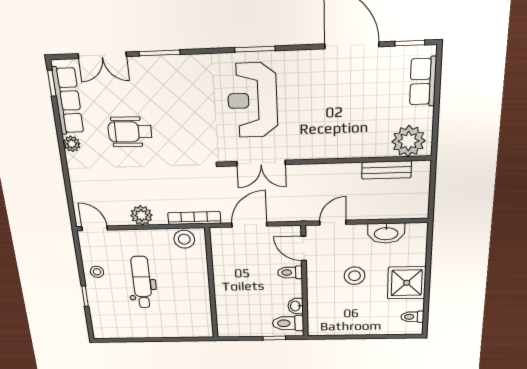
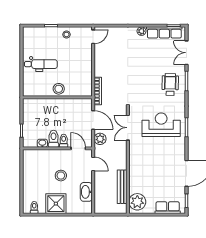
wheelchair: (130, 132) -> (170, 85), moved
bench: (387, 170) -> (122, 187), width x1.36
plant: (141, 215) -> (100, 139), moved
stool: (184, 239) -> (59, 89), moved
door: (304, 248) -> (78, 148), hinge flipped
dental chair: (142, 282) -> (41, 64), moved
toilet: (288, 323) -> (54, 139), moved

